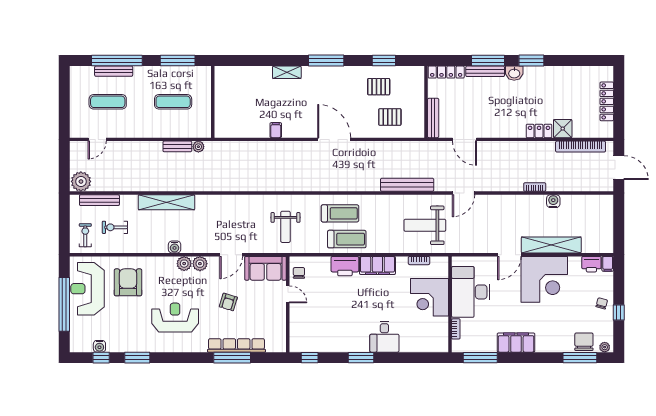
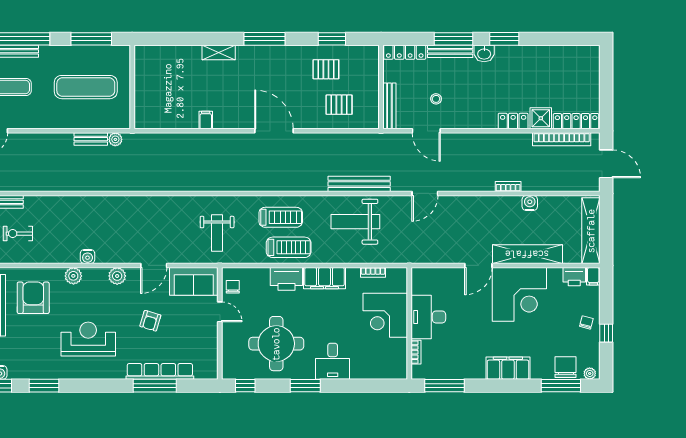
locker: (607, 101) -> (576, 121), moved, turned 90
exercise mat: (173, 102) -> (86, 87), width x1.36, depth x1.45
stool: (473, 112) -> (436, 99), added
shelving: (166, 202) -> (591, 231), moved, turned 90
weight bench: (425, 225) -> (355, 222), moved
plant: (184, 264) -> (73, 276), moved
desk: (471, 292) -> (428, 317), width x0.73, depth x0.77
round table: (336, 322) -> (276, 344), added
filing cabinet: (516, 343) -> (508, 368), moved

